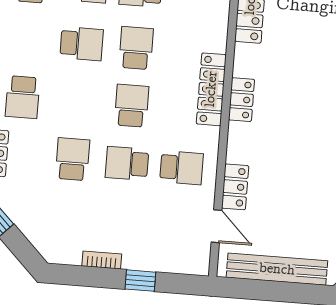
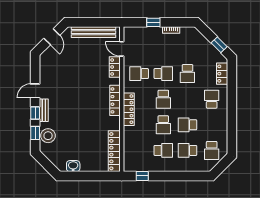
locker: (241, 100) -> (115, 100), width x1.53

